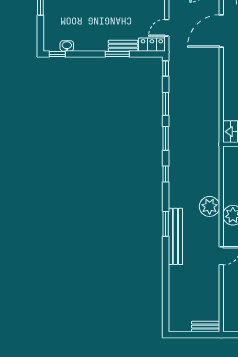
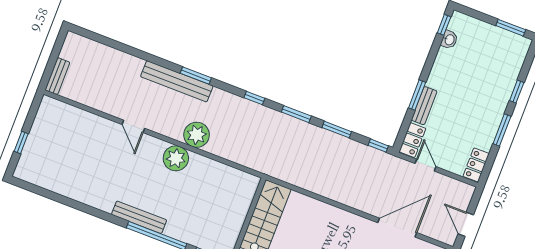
door: (221, 31) -> (397, 228), hinge flipped

